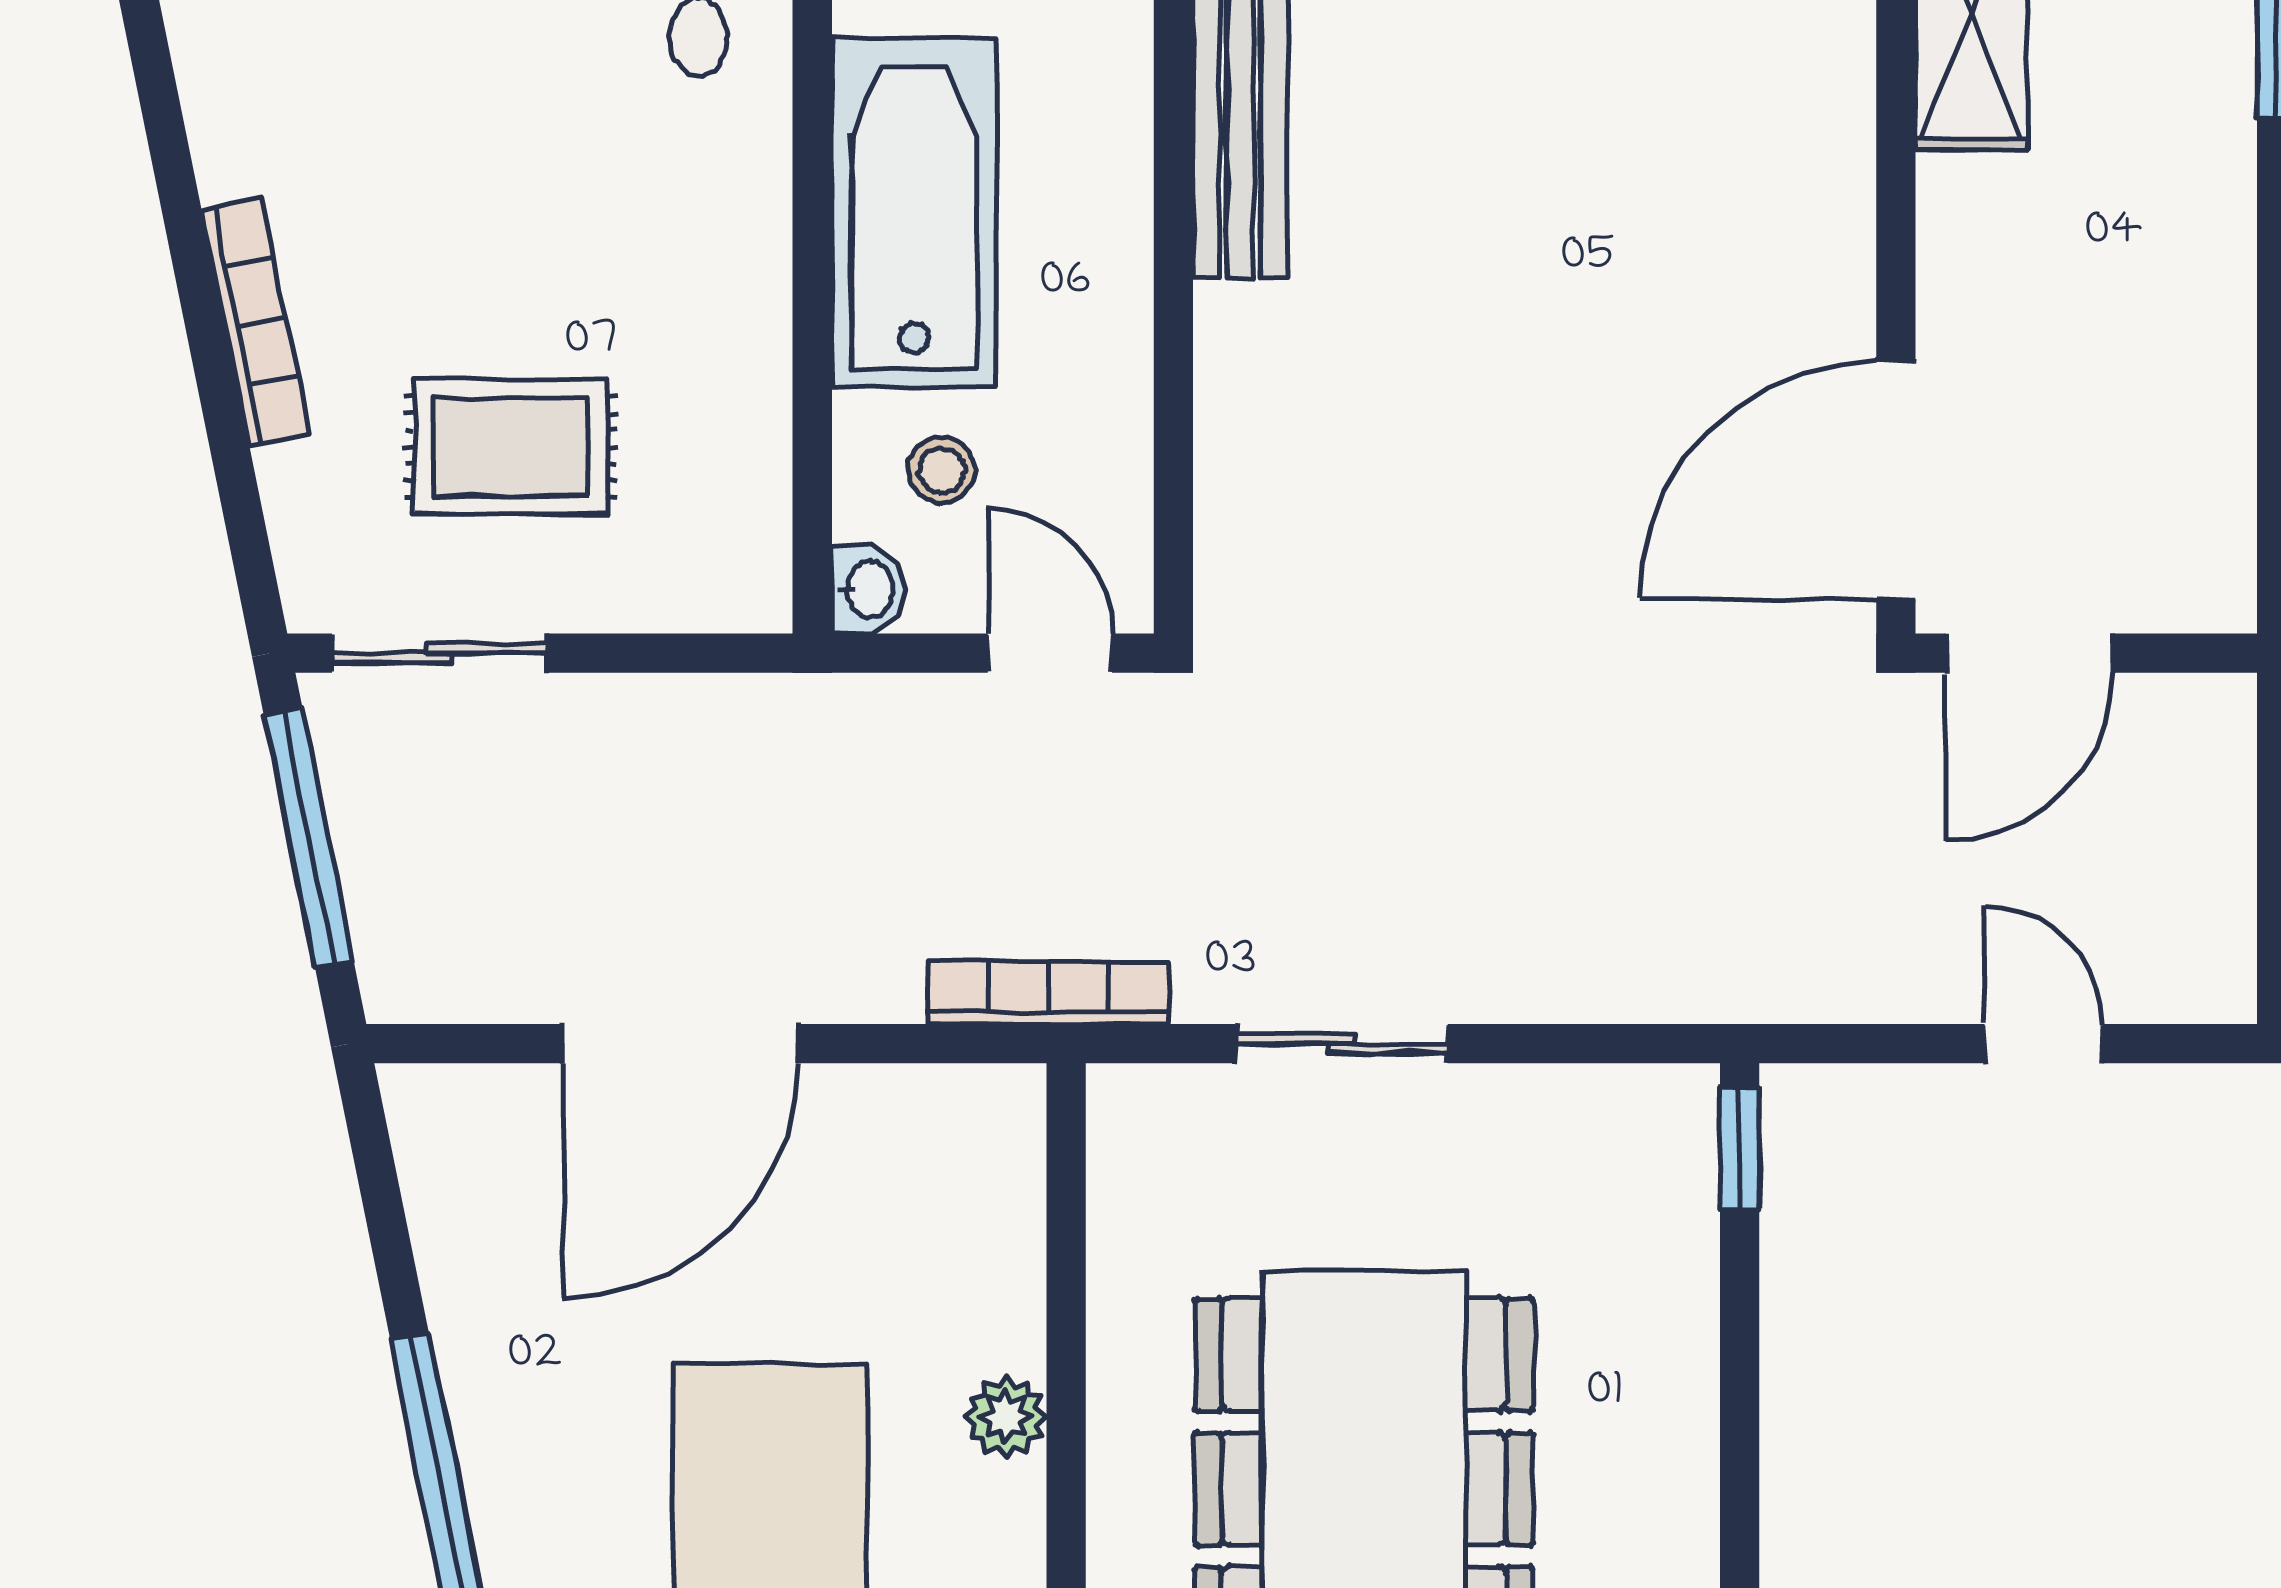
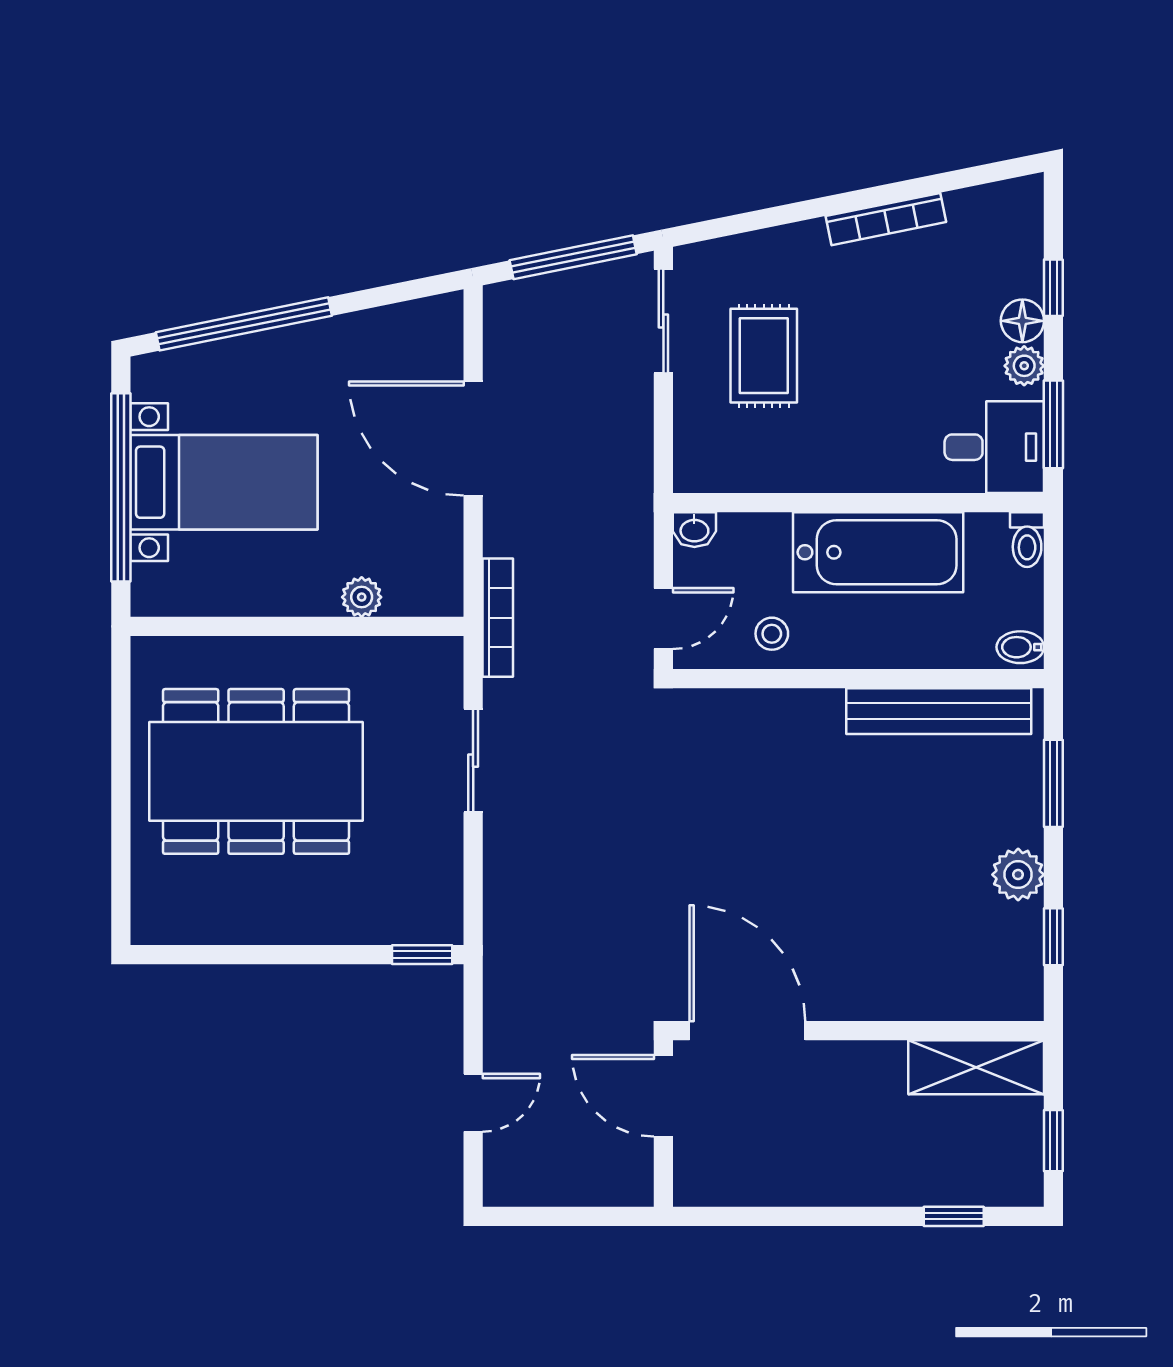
bookcase: (256, 322) -> (886, 219), moved
stool: (942, 470) -> (772, 634), moved
plant: (1006, 1417) -> (362, 597), moved

